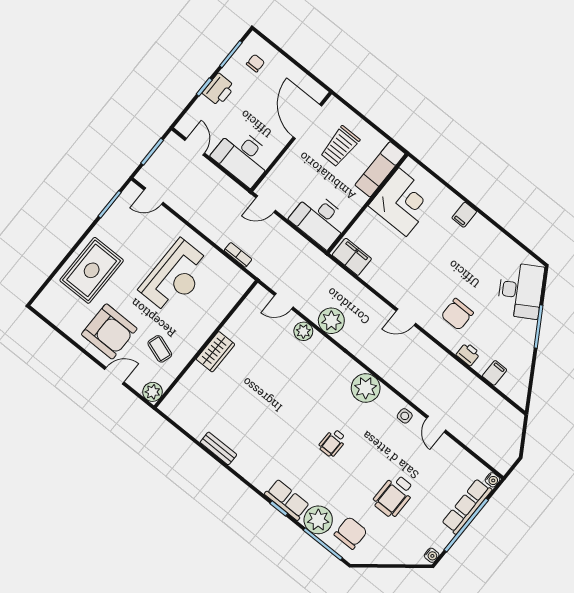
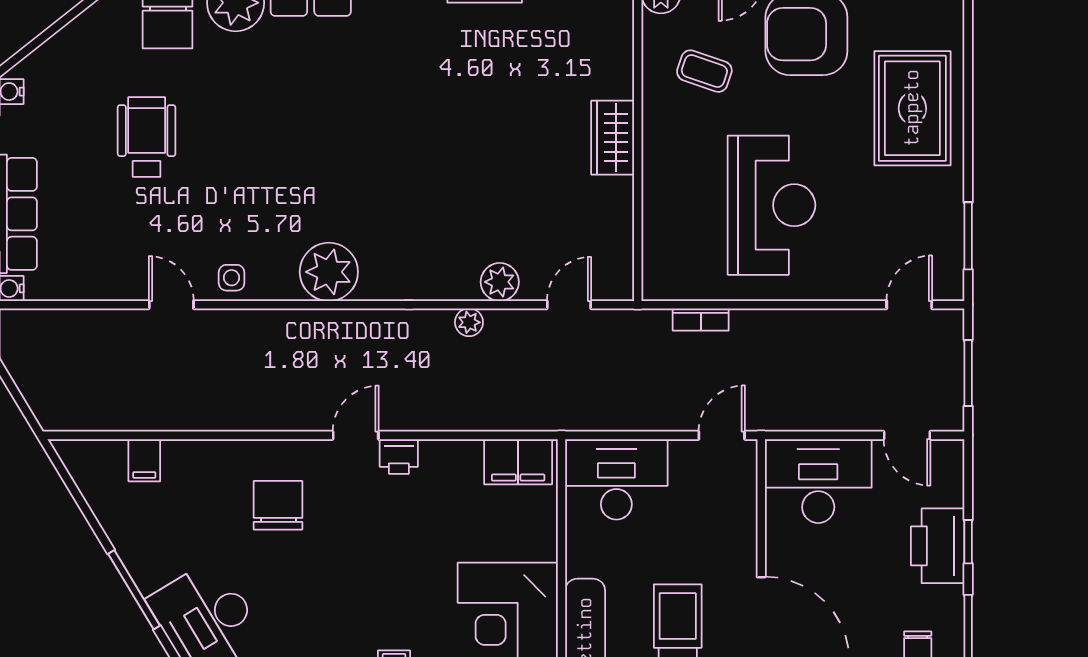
printer: (219, 90) -> (938, 546), width x1.37, depth x1.19
reception desk: (176, 277) -> (771, 205), turned 180
plant: (331, 321) -> (469, 322), width x0.53, depth x0.53
printer: (468, 354) -> (399, 456), moved
wheelchair: (332, 443) -> (311, 143), removed

